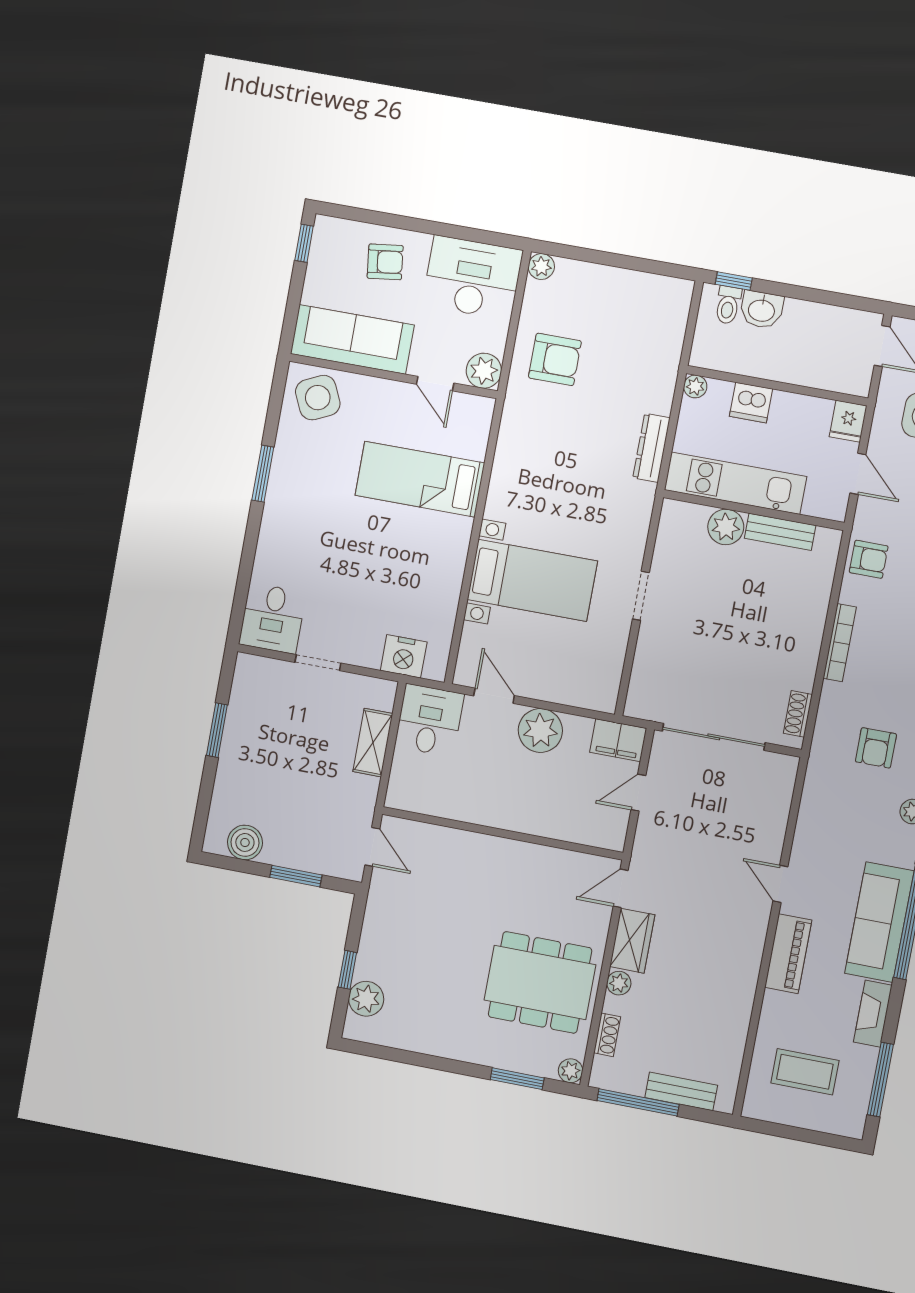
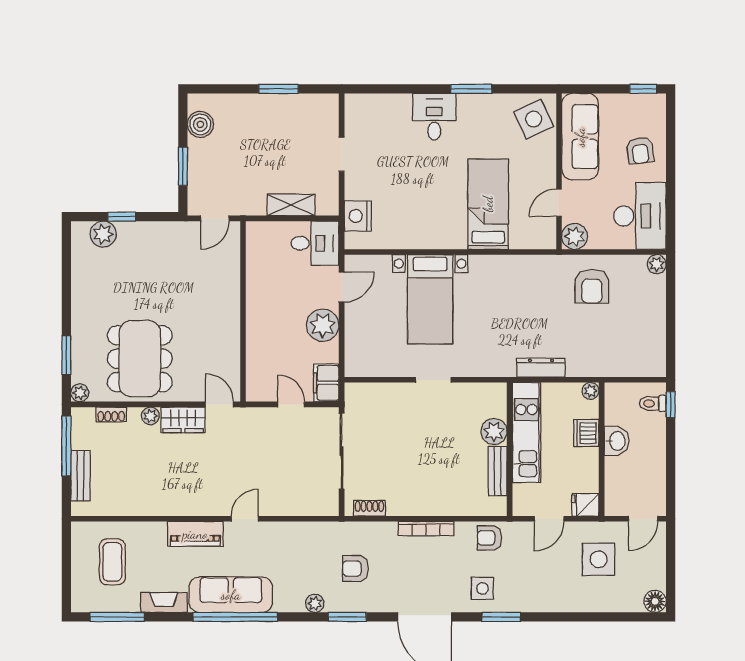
washbasin: (762, 310) -> (617, 441), moved, turned 180
armchair: (869, 559) -> (490, 538), turned 90
desk: (272, 618) -> (434, 117), moved, turned 90

